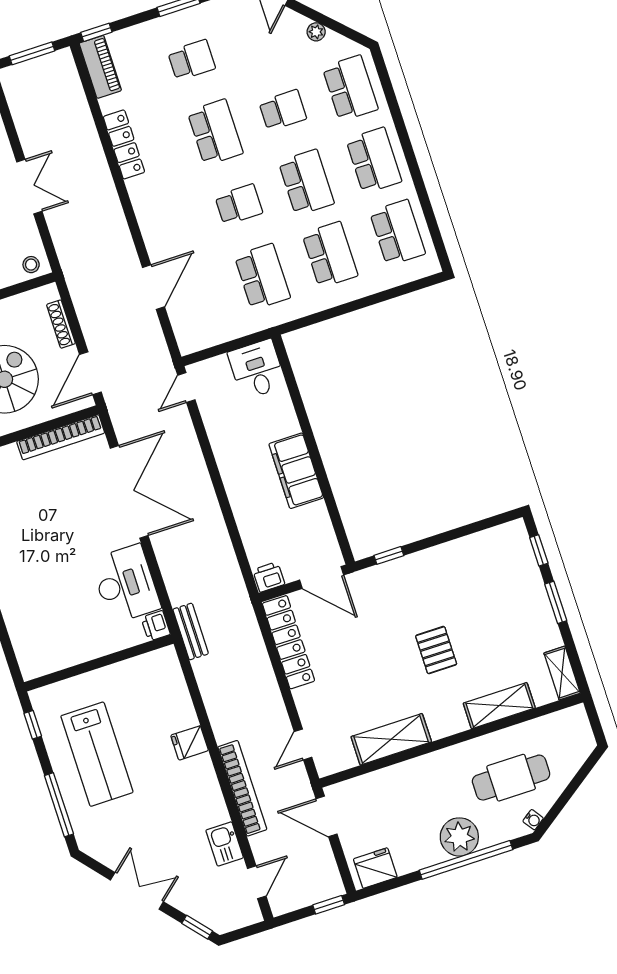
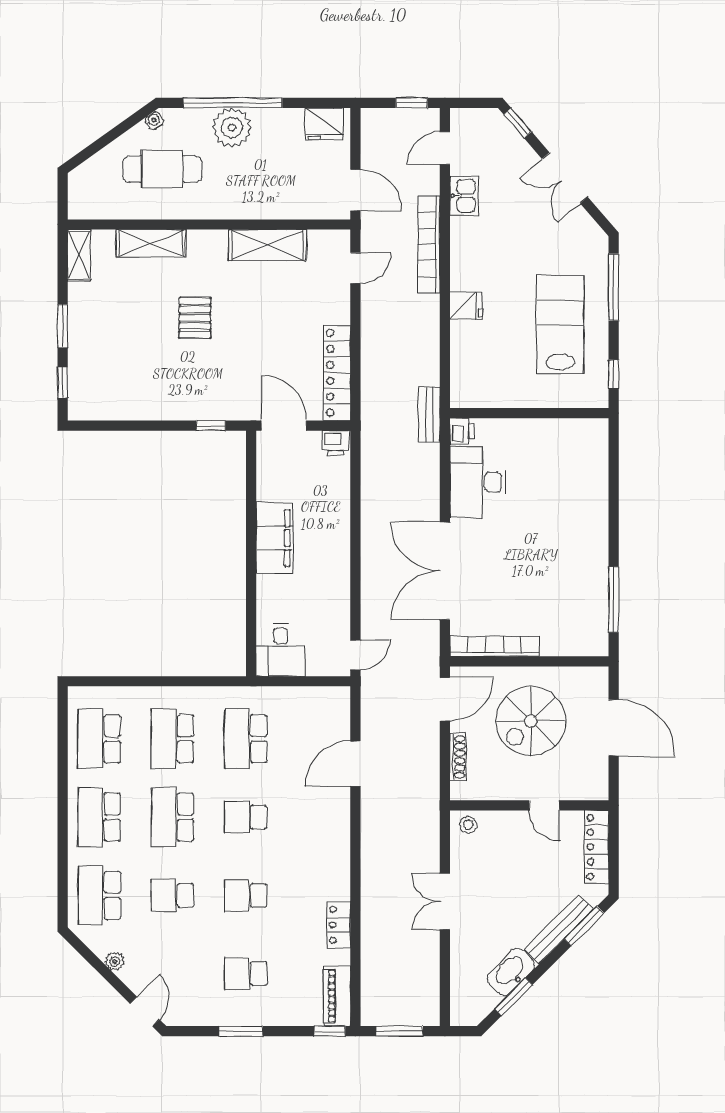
school desk: (215, 132) -> (246, 895), width x0.54
locker: (124, 144) -> (339, 925), width x0.66
window: (329, 905) -> (412, 103), moved

